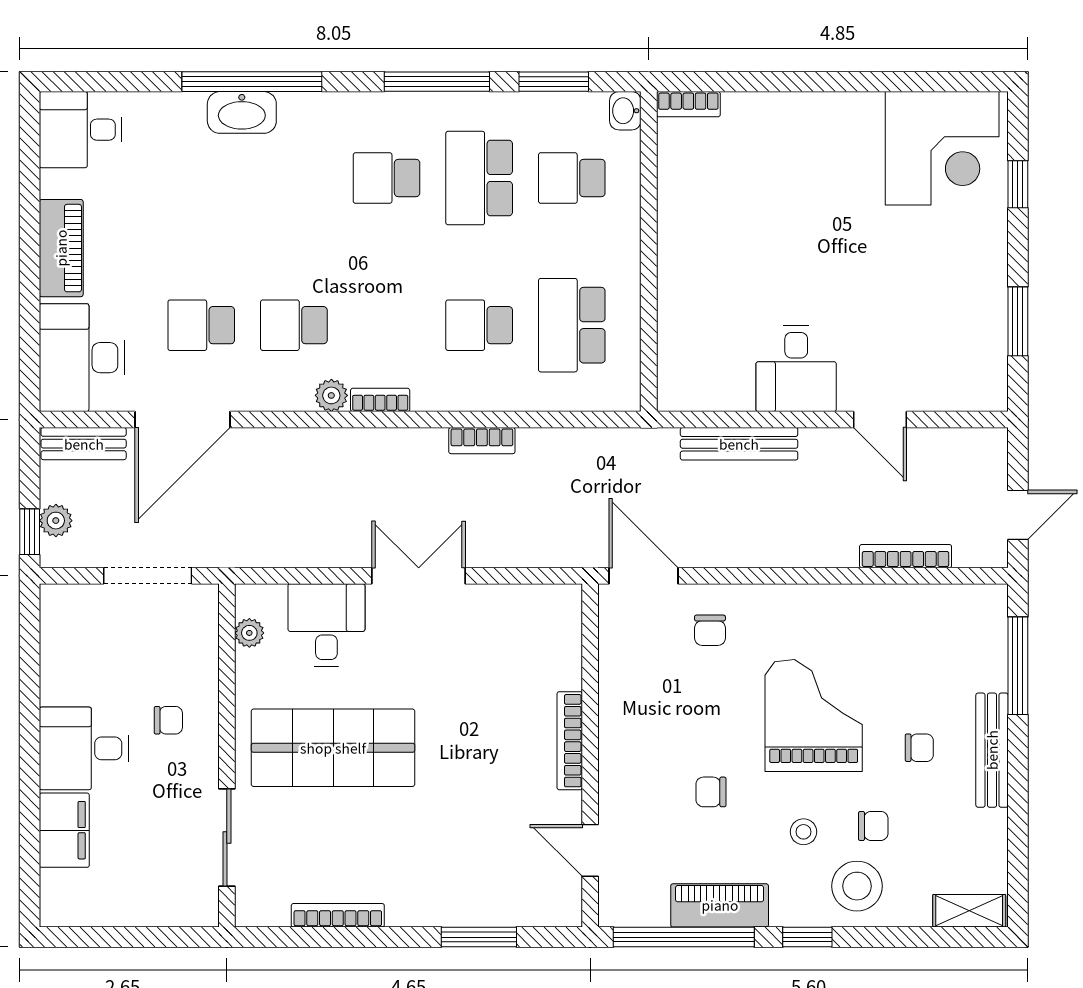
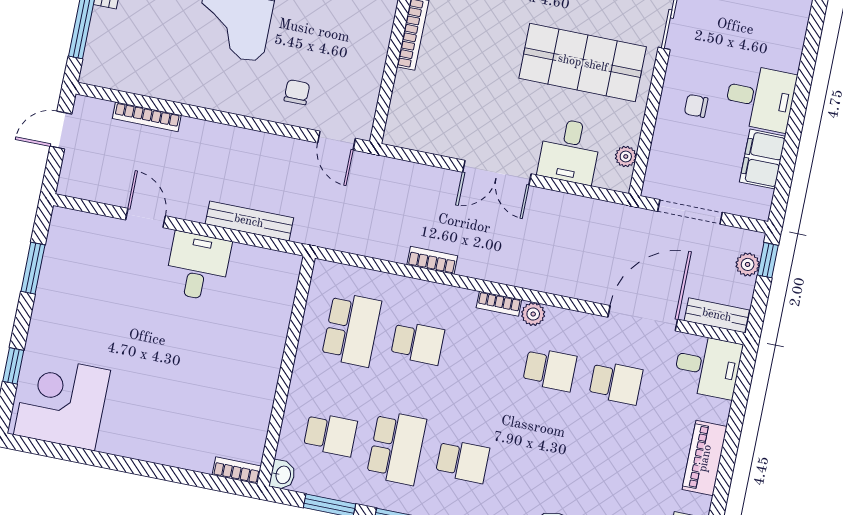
desk: (82, 358) -> (708, 366), width x0.73
door: (644, 576) -> (336, 141), width x0.73
filing cabinet: (64, 830) -> (763, 159), moved

